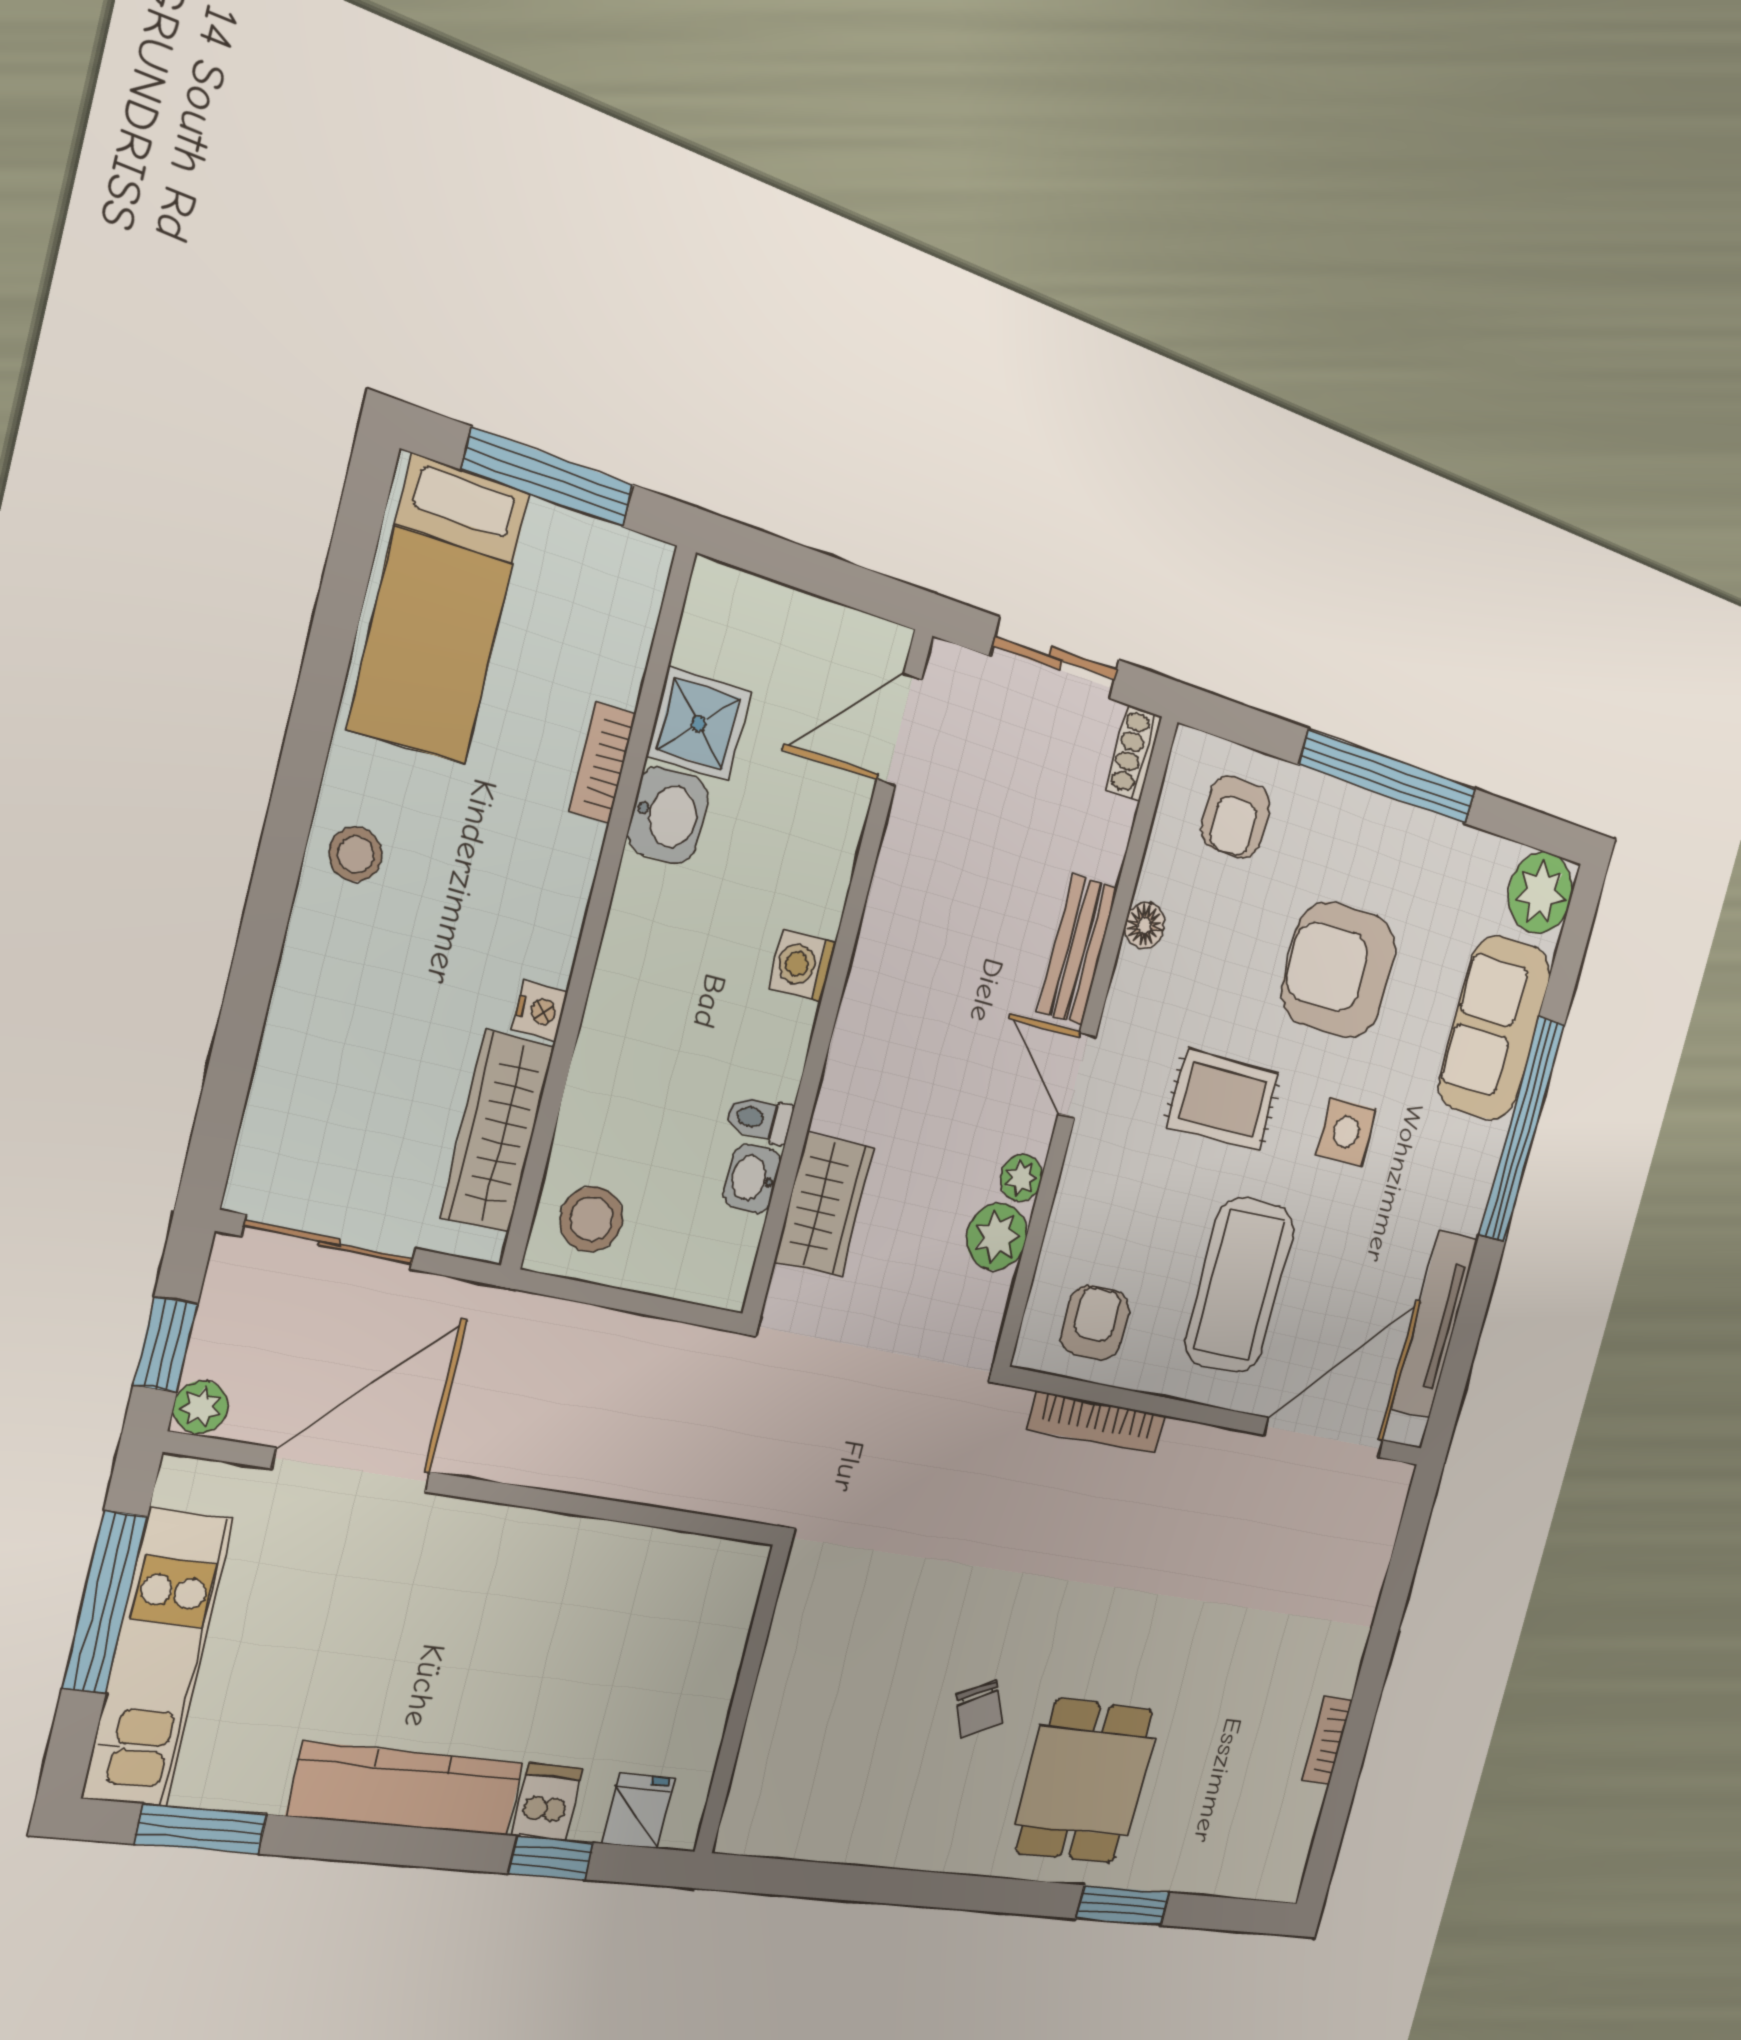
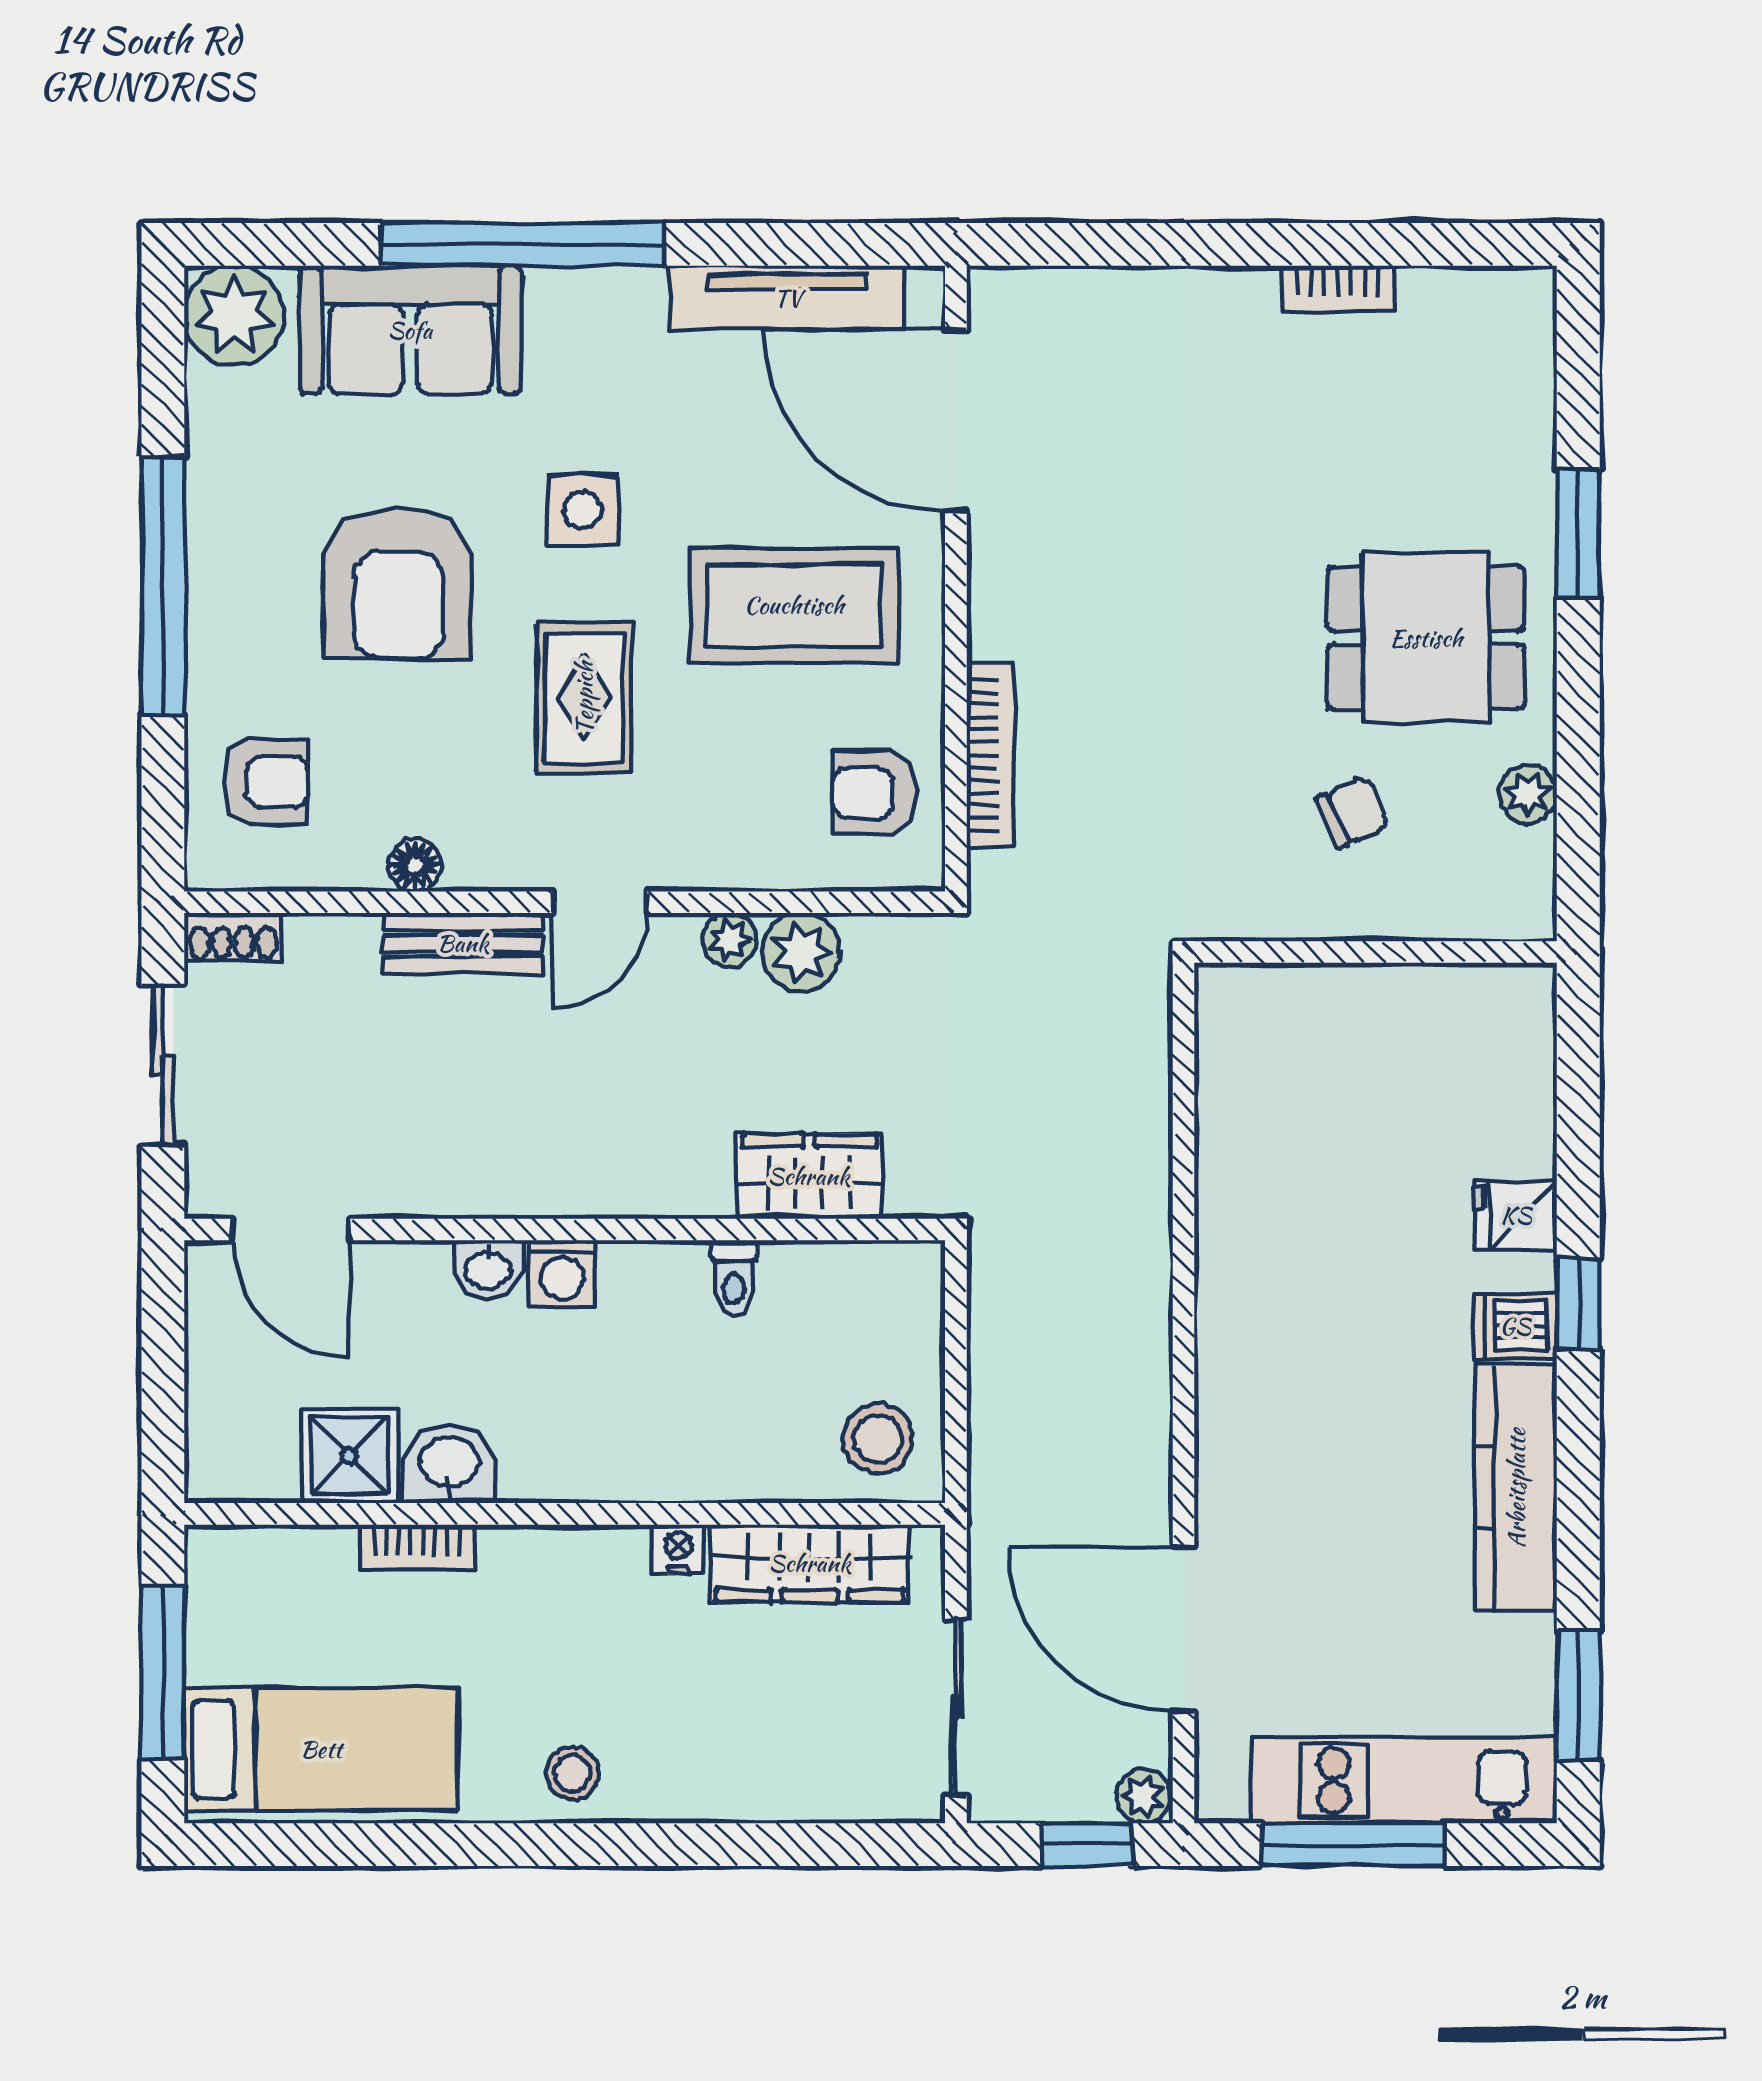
washbasin: (752, 1178) -> (488, 1269), moved
wall: (742, 1700) -> (1375, 952), moved
plant: (955, 1851) -> (1528, 794), added

